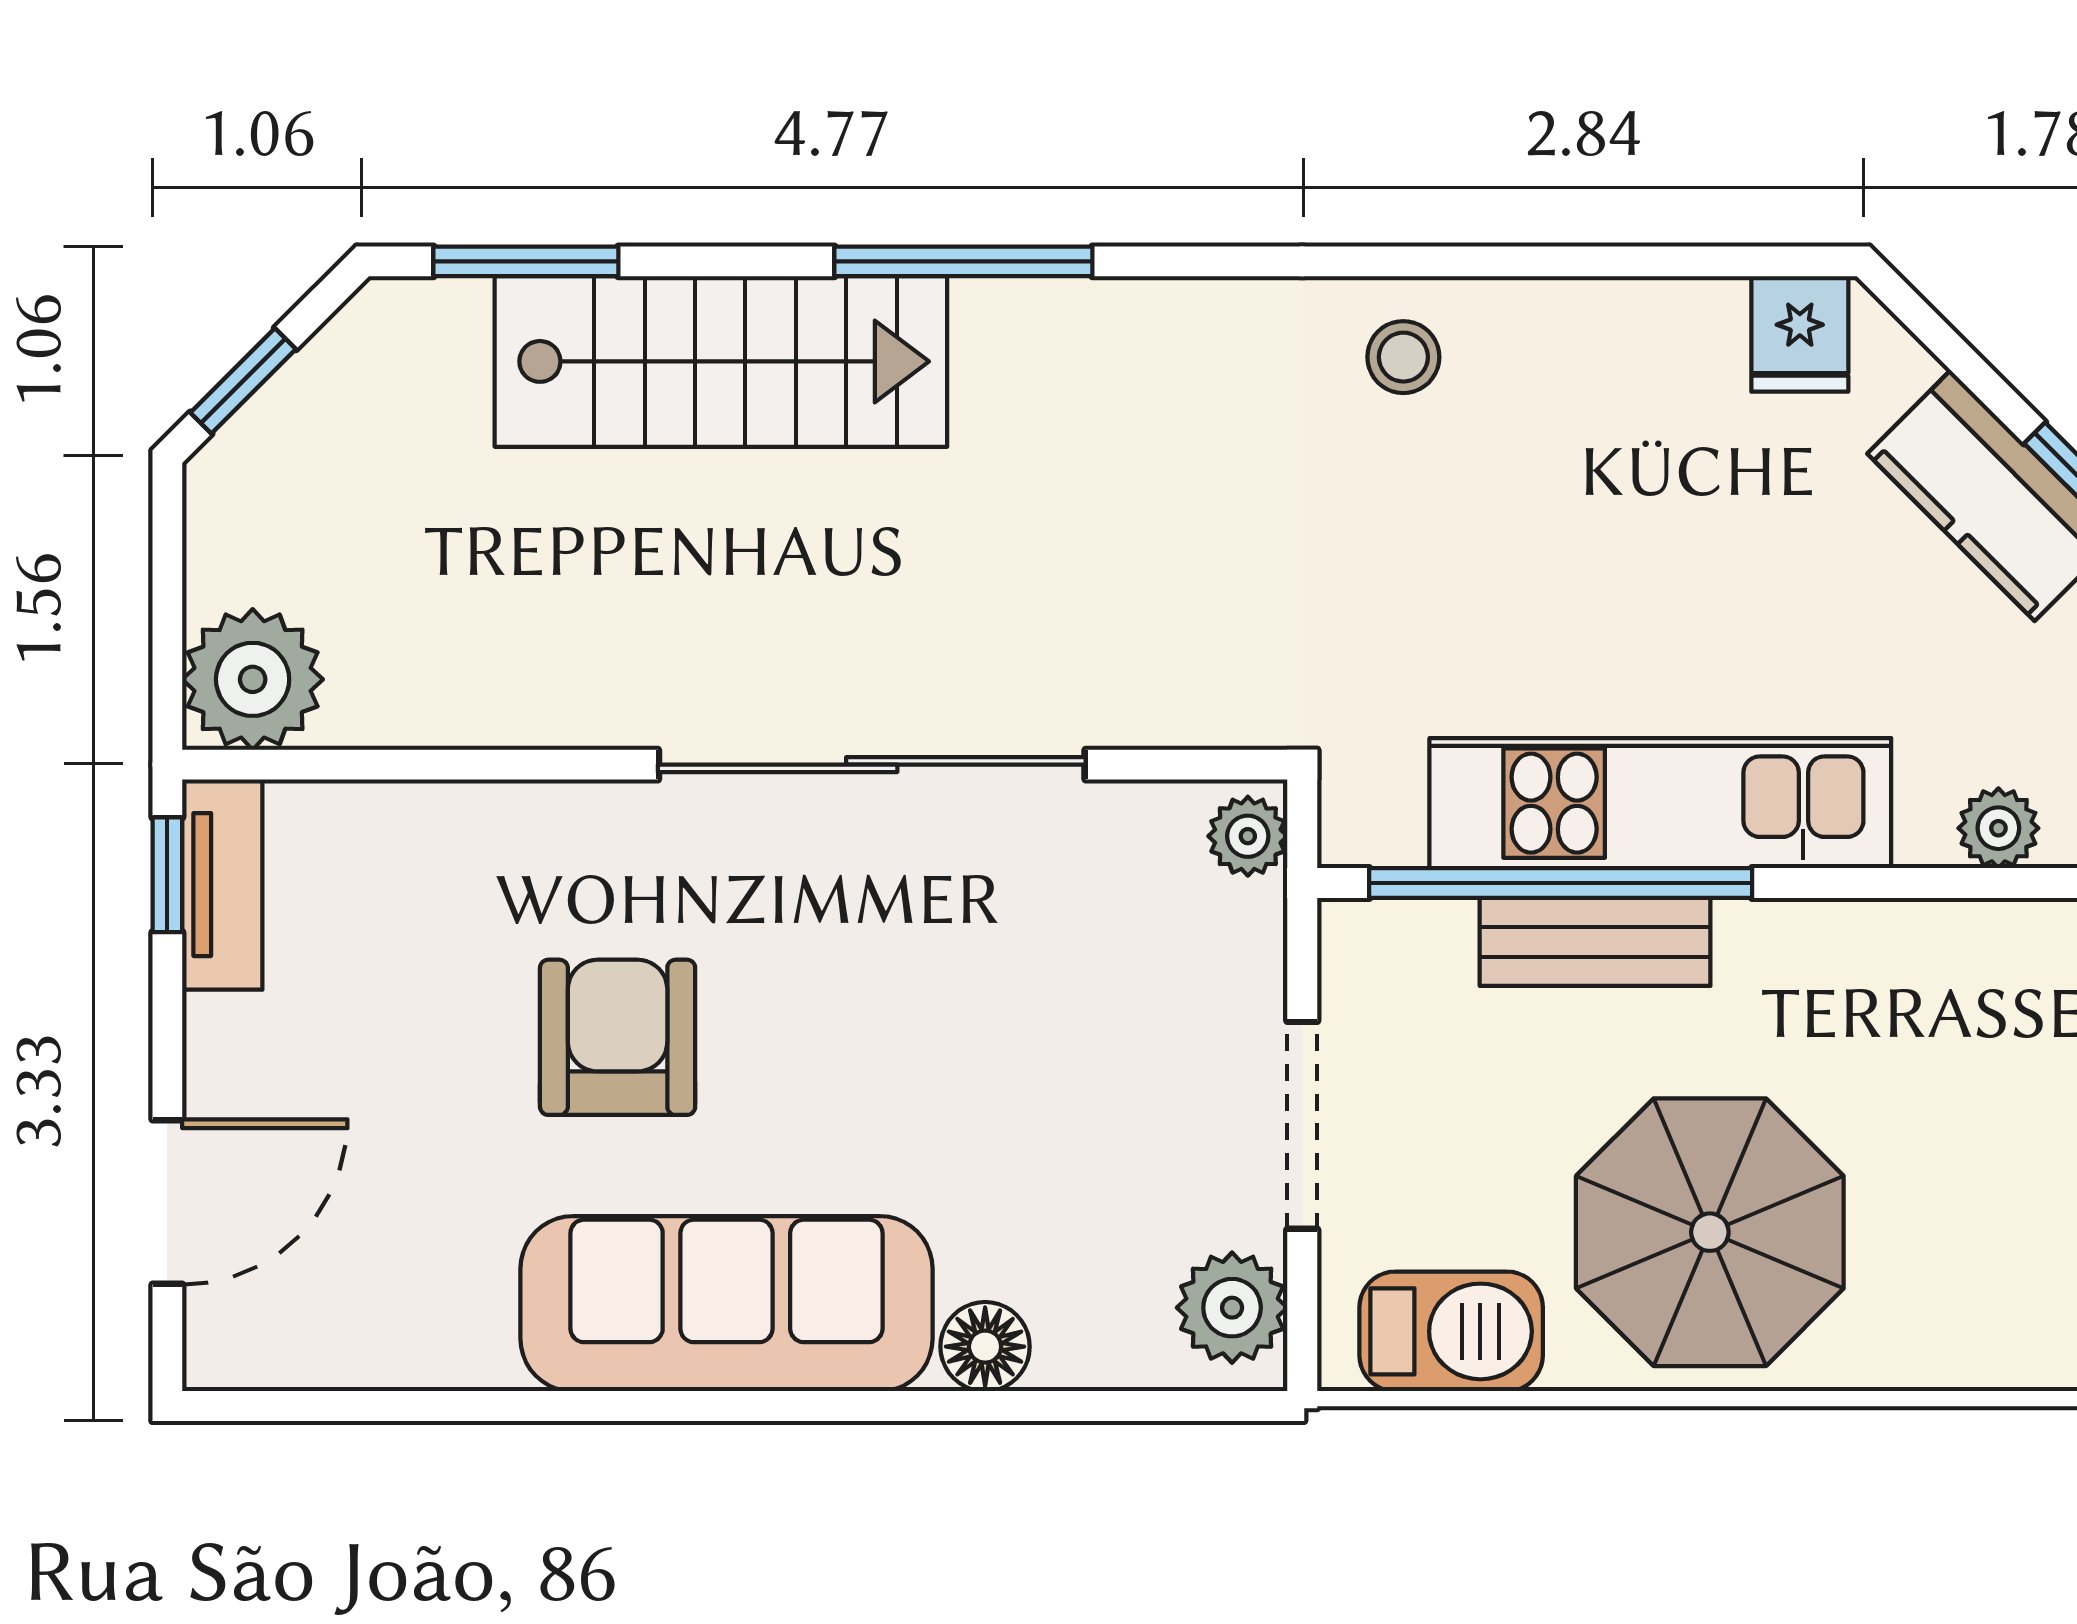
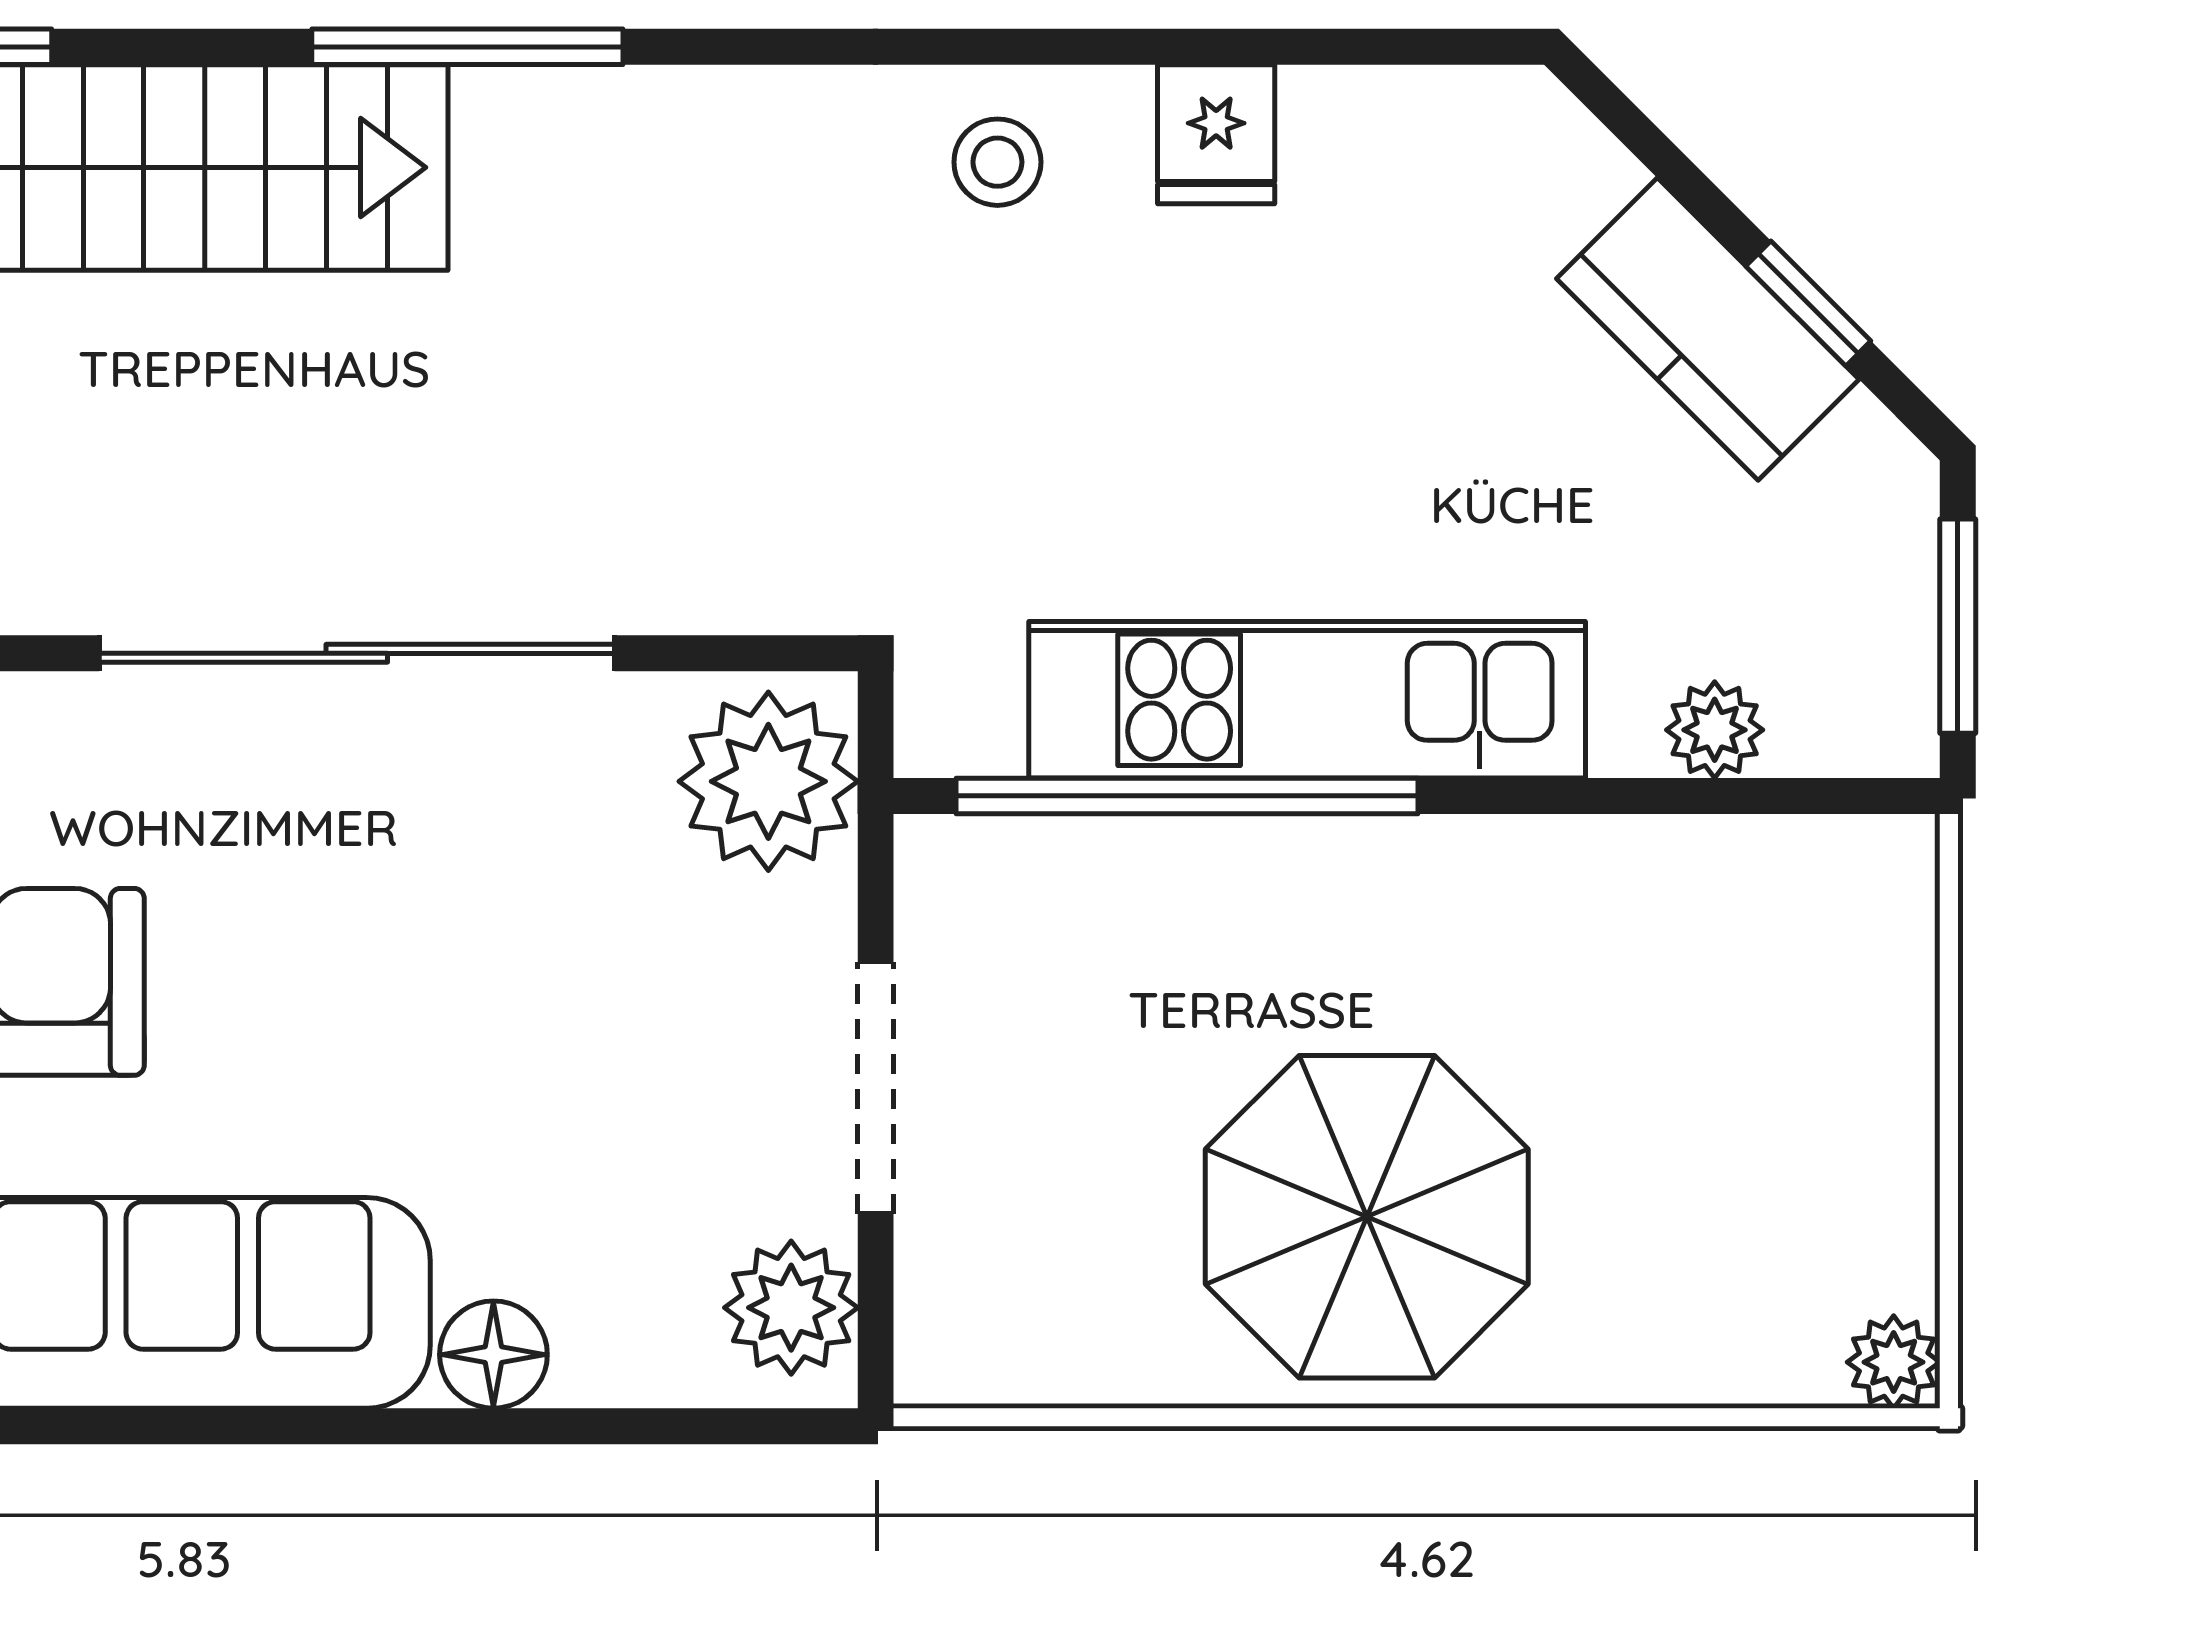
fridge: (1800, 334) -> (1216, 134), moved
plant: (1248, 836) -> (768, 781), width x1.87, depth x1.87
bench: (1595, 942) -> (1228, 867), removed
barbecue: (1451, 1331) -> (1055, 1336), removed

